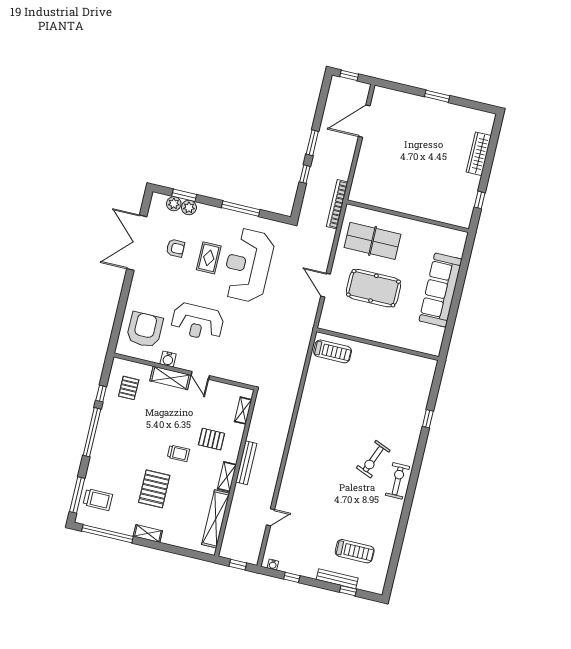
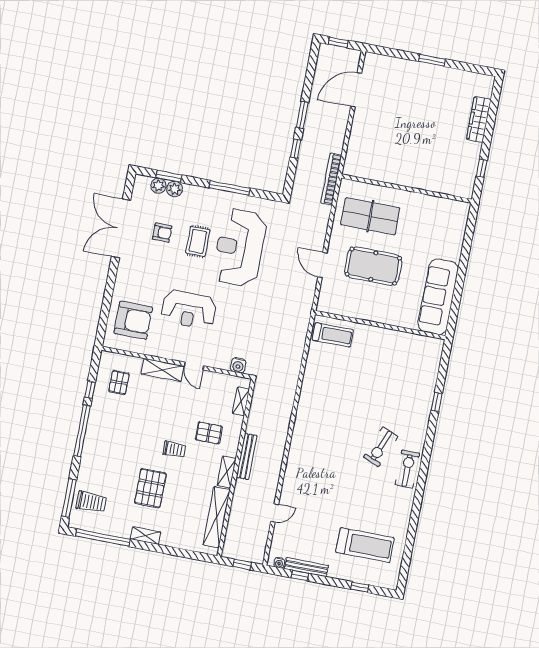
sofa: (440, 290) -> (438, 297), moved
armchair: (145, 330) -> (133, 320), turned 90
water cooler: (168, 359) -> (238, 365), moved
treadmill: (355, 551) -> (365, 545), width x1.37, depth x1.38
bench: (337, 579) -> (306, 567), moved

